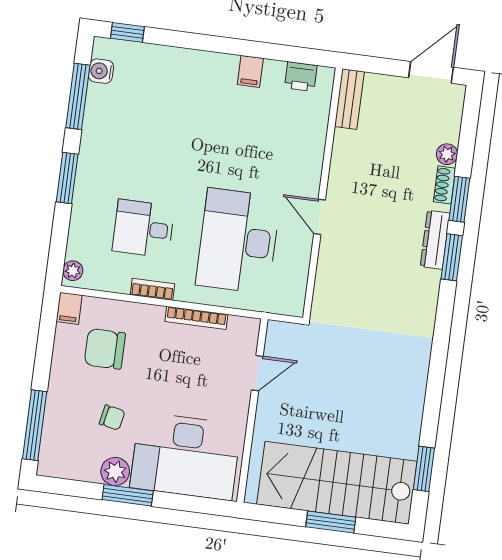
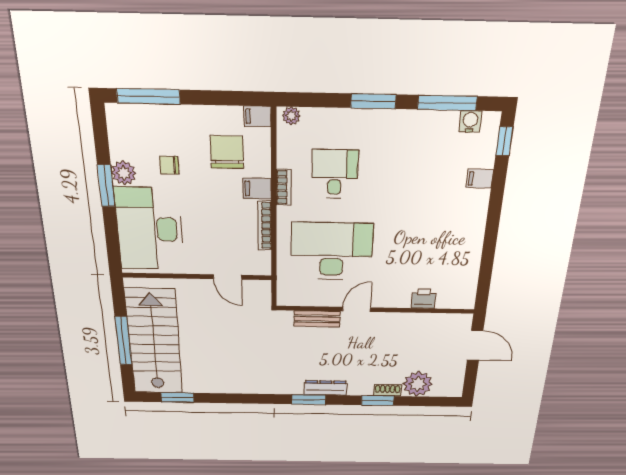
filing cabinet: (250, 71) -> (480, 179), moved
door: (431, 72) -> (475, 345), moved
printer: (301, 77) -> (424, 299), moved, turned 90
bench: (349, 99) -> (317, 319), moved
plant: (447, 154) -> (418, 384), width x1.87, depth x1.87
dresser: (435, 240) -> (325, 388), moved
window: (452, 257) -> (309, 400), moved
filing cabinet: (151, 321) -> (257, 189), added
chair: (112, 418) -> (169, 165), turned 79
window: (331, 522) -> (123, 341), width x1.44

